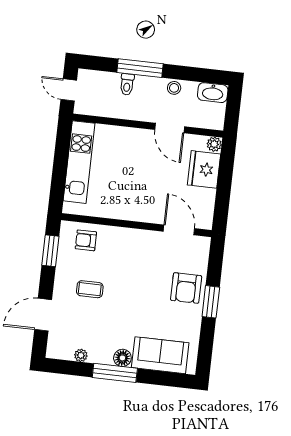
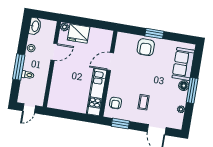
kitchen unit: (79, 162) -> (97, 92), moved, turned -90
door: (179, 230) -> (110, 61), moved
armchair: (186, 288) -> (146, 47), turned 90

